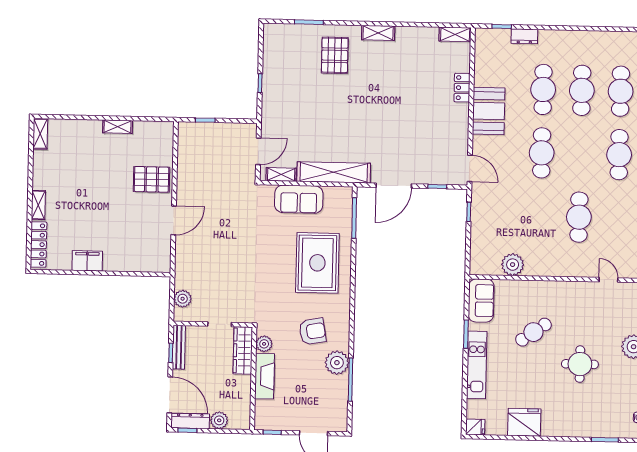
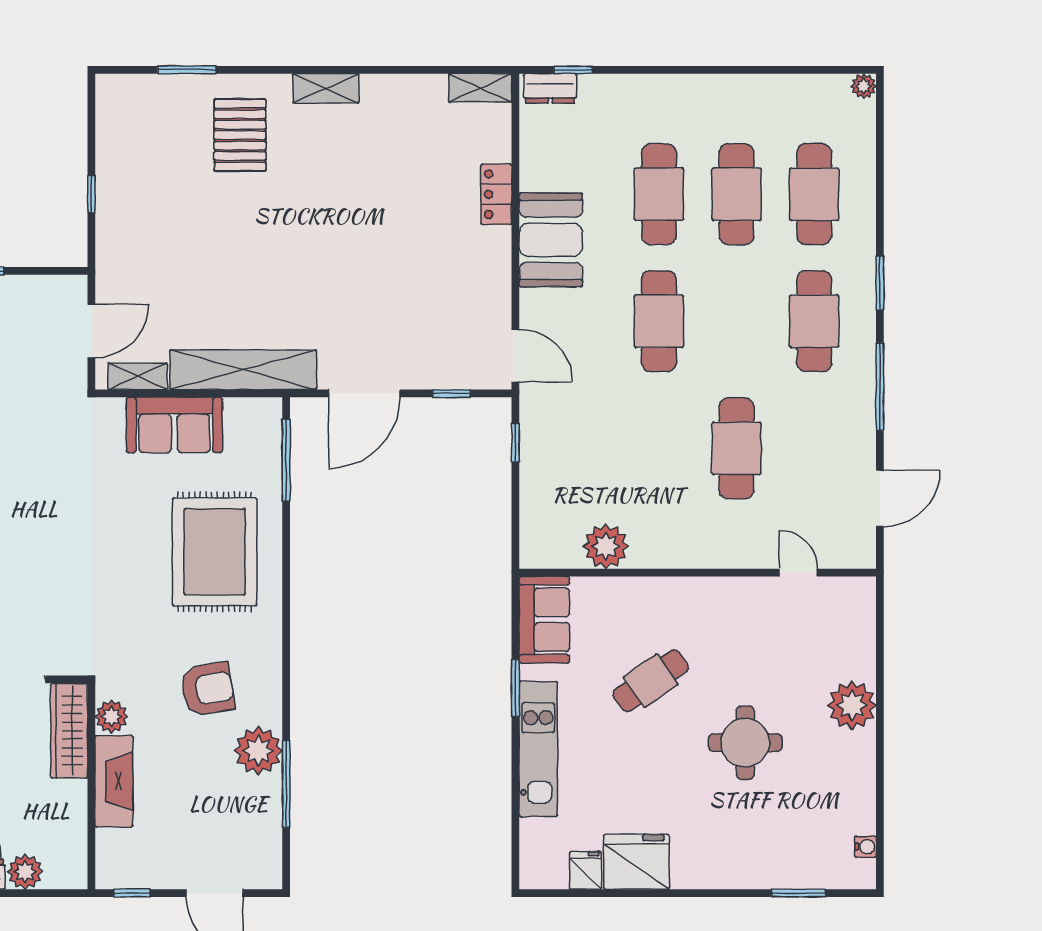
dresser: (524, 36) -> (550, 88), moved
fridge: (475, 427) -> (585, 870), moved, turned -90

